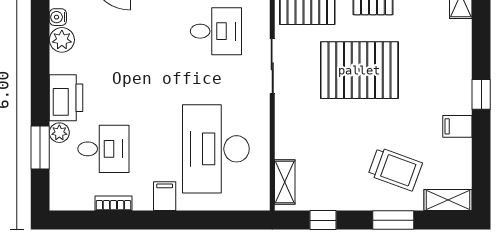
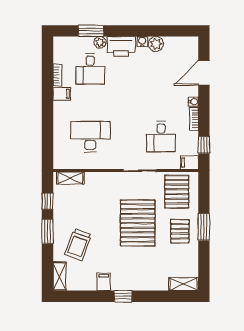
water cooler: (58, 17) -> (142, 42), moved
desk: (216, 149) -> (90, 137), width x0.73, depth x0.77
filing cabinet: (165, 196) -> (62, 94), moved
window: (393, 220) -> (47, 231), moved

